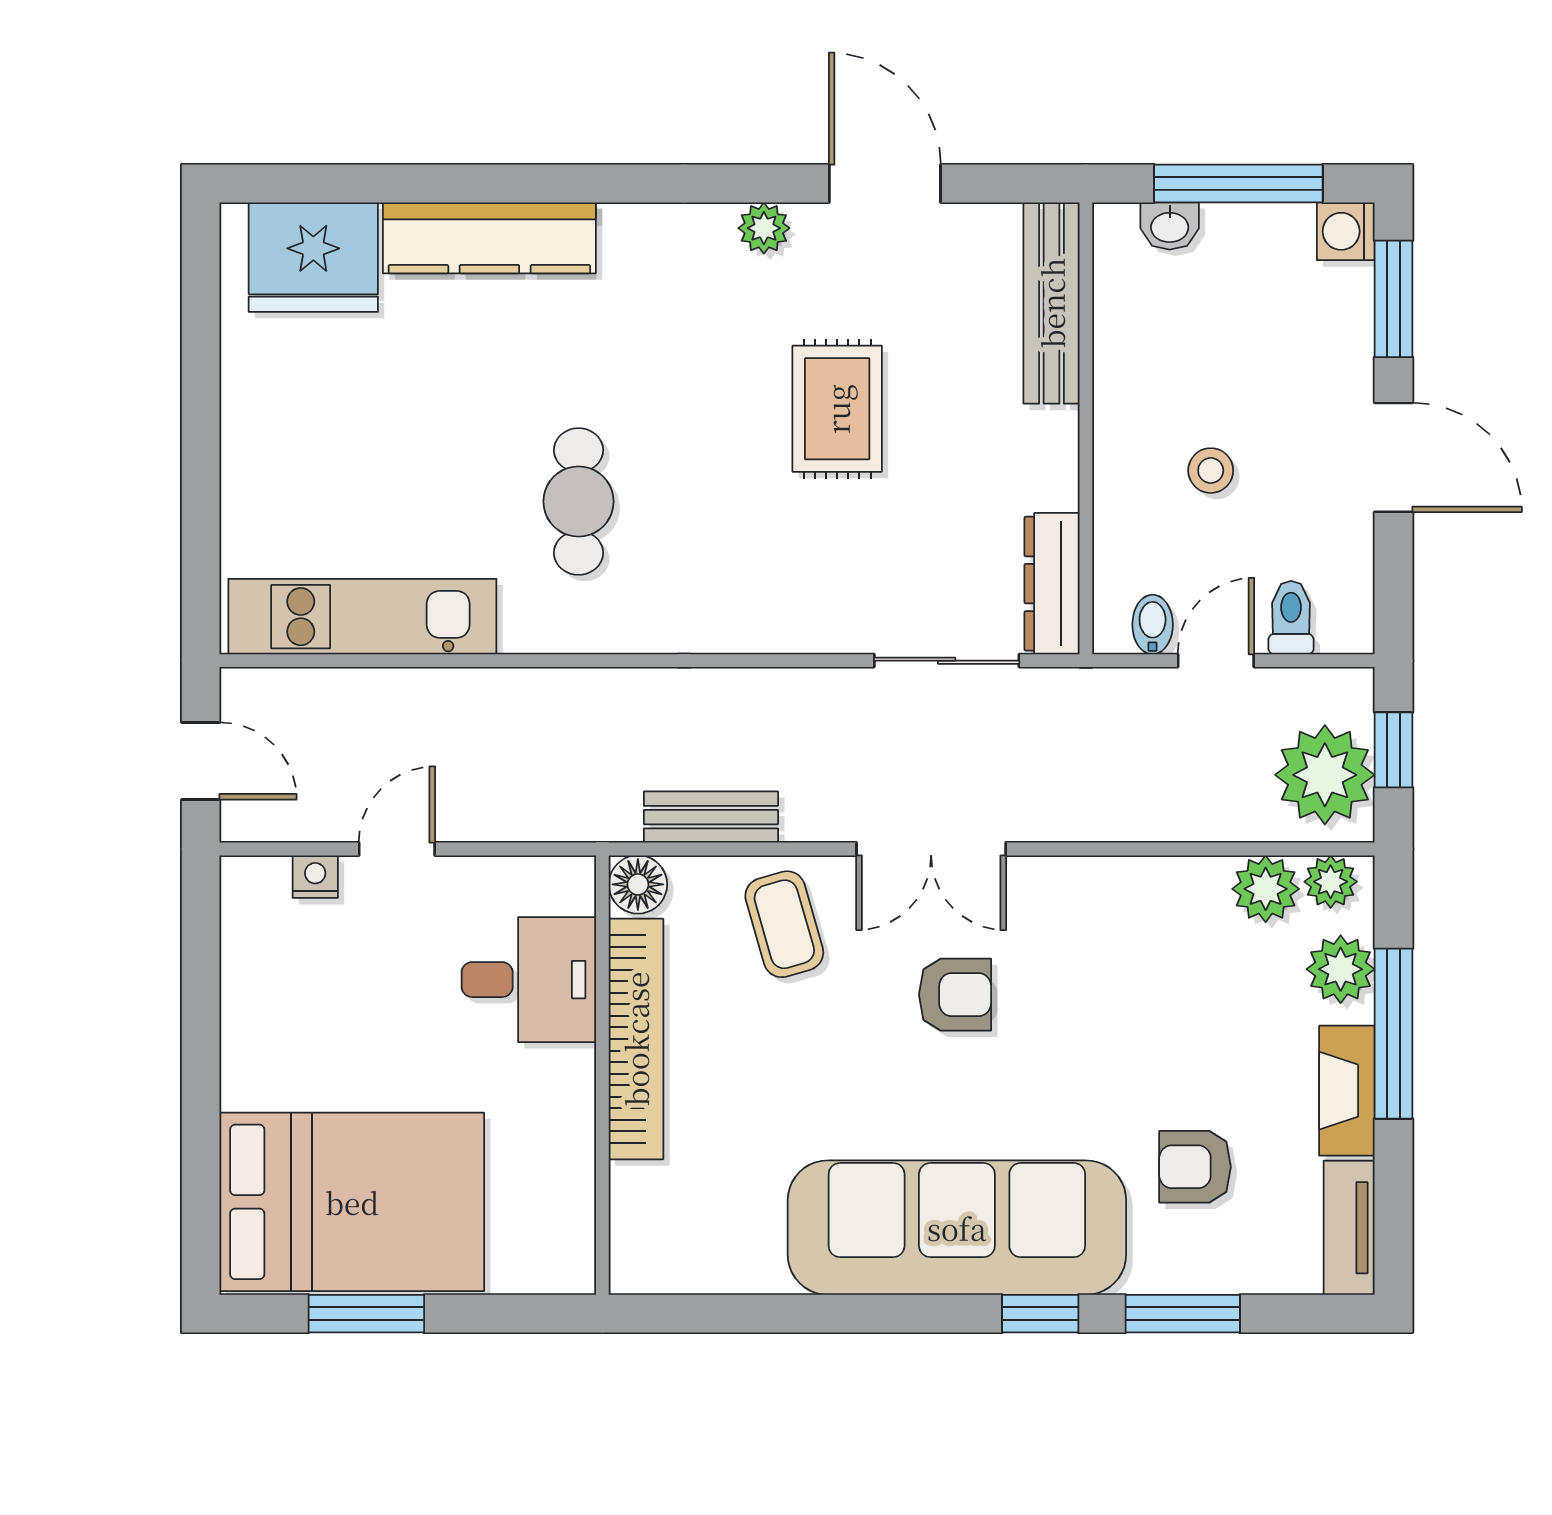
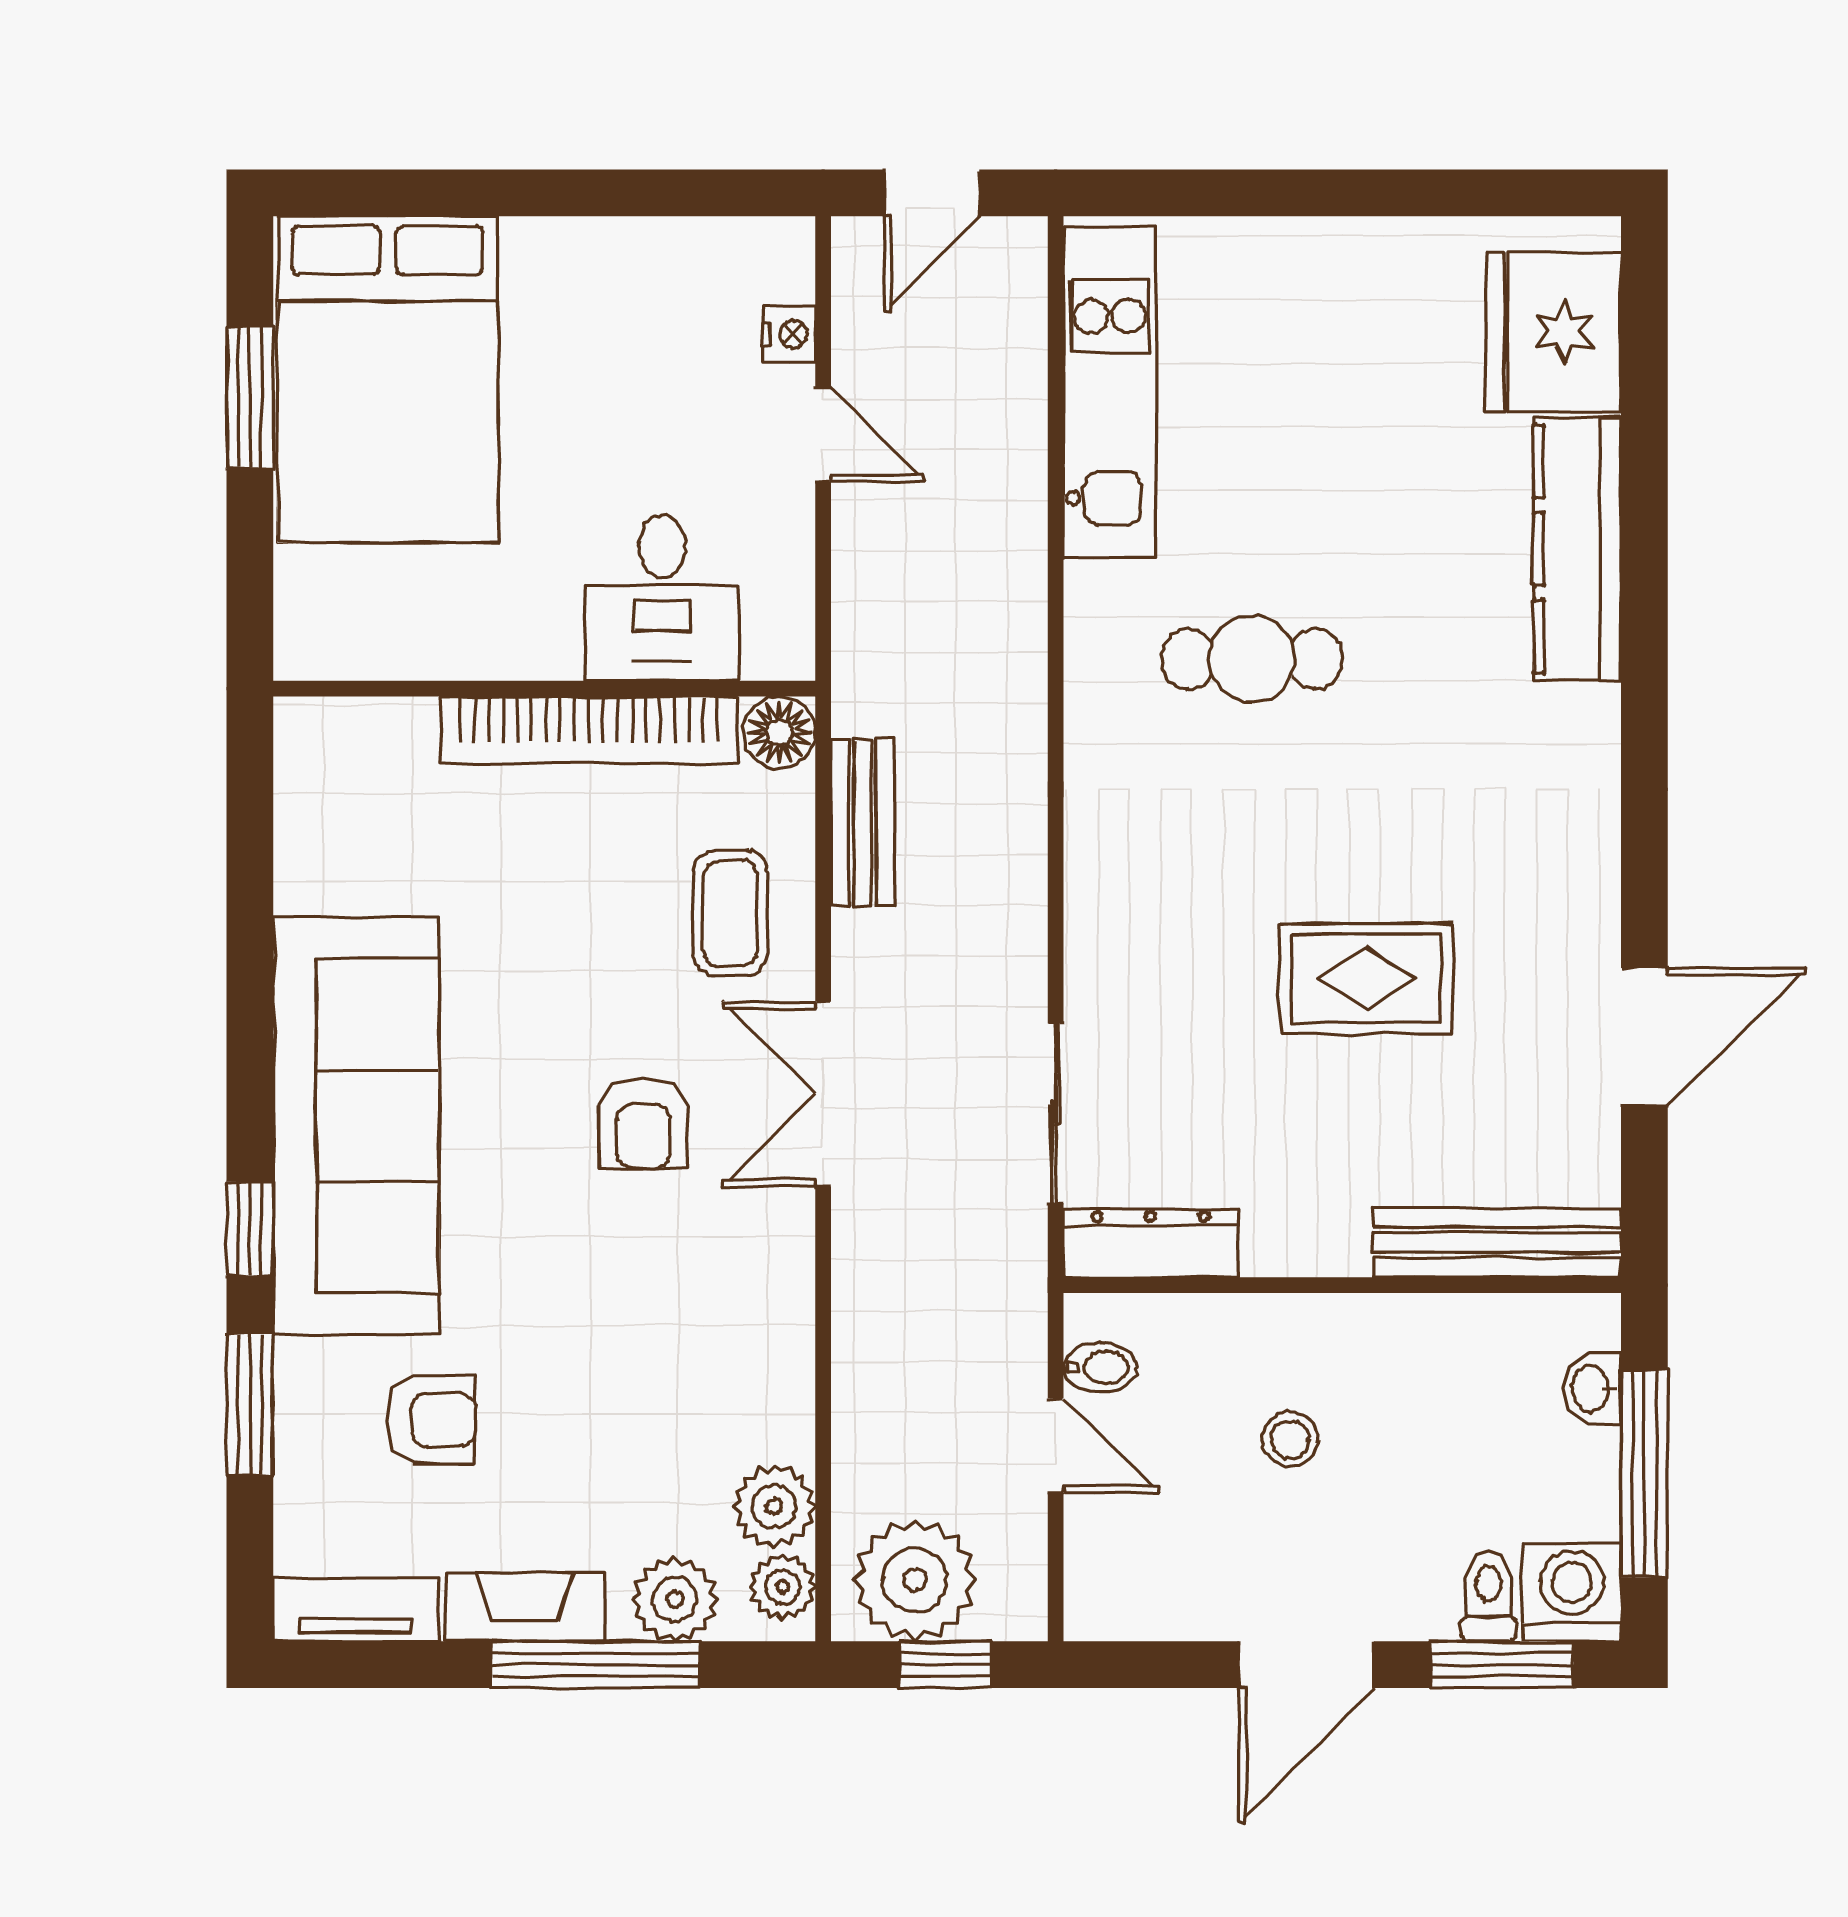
plant: (764, 228) -> (1589, 888), removed
washing machine: (1346, 231) -> (1572, 1592), width x1.38, depth x1.38
toilet: (1291, 618) -> (1489, 1596), moved, turned -90
coffee table: (784, 924) -> (730, 913), turned -74
armchair: (1195, 1167) -> (431, 1420), turned 90

